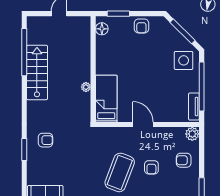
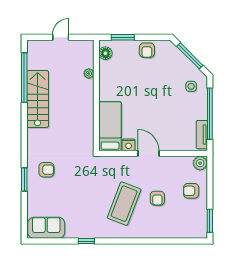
side table: (184, 60) -> (191, 86), width x0.54, depth x0.54
plant: (86, 87) -> (89, 73), moved
nightstand: (124, 116) -> (129, 145), added

